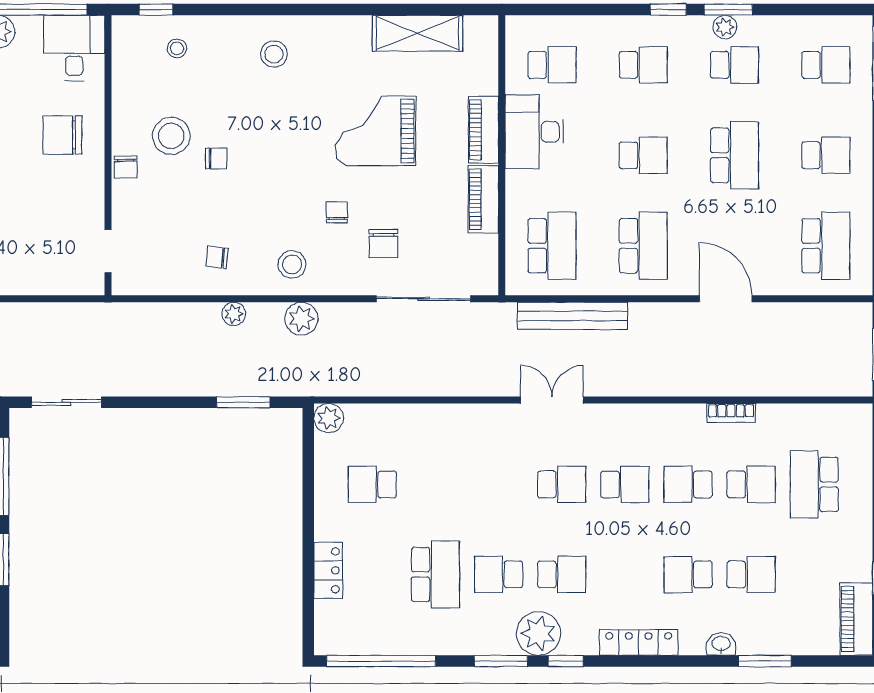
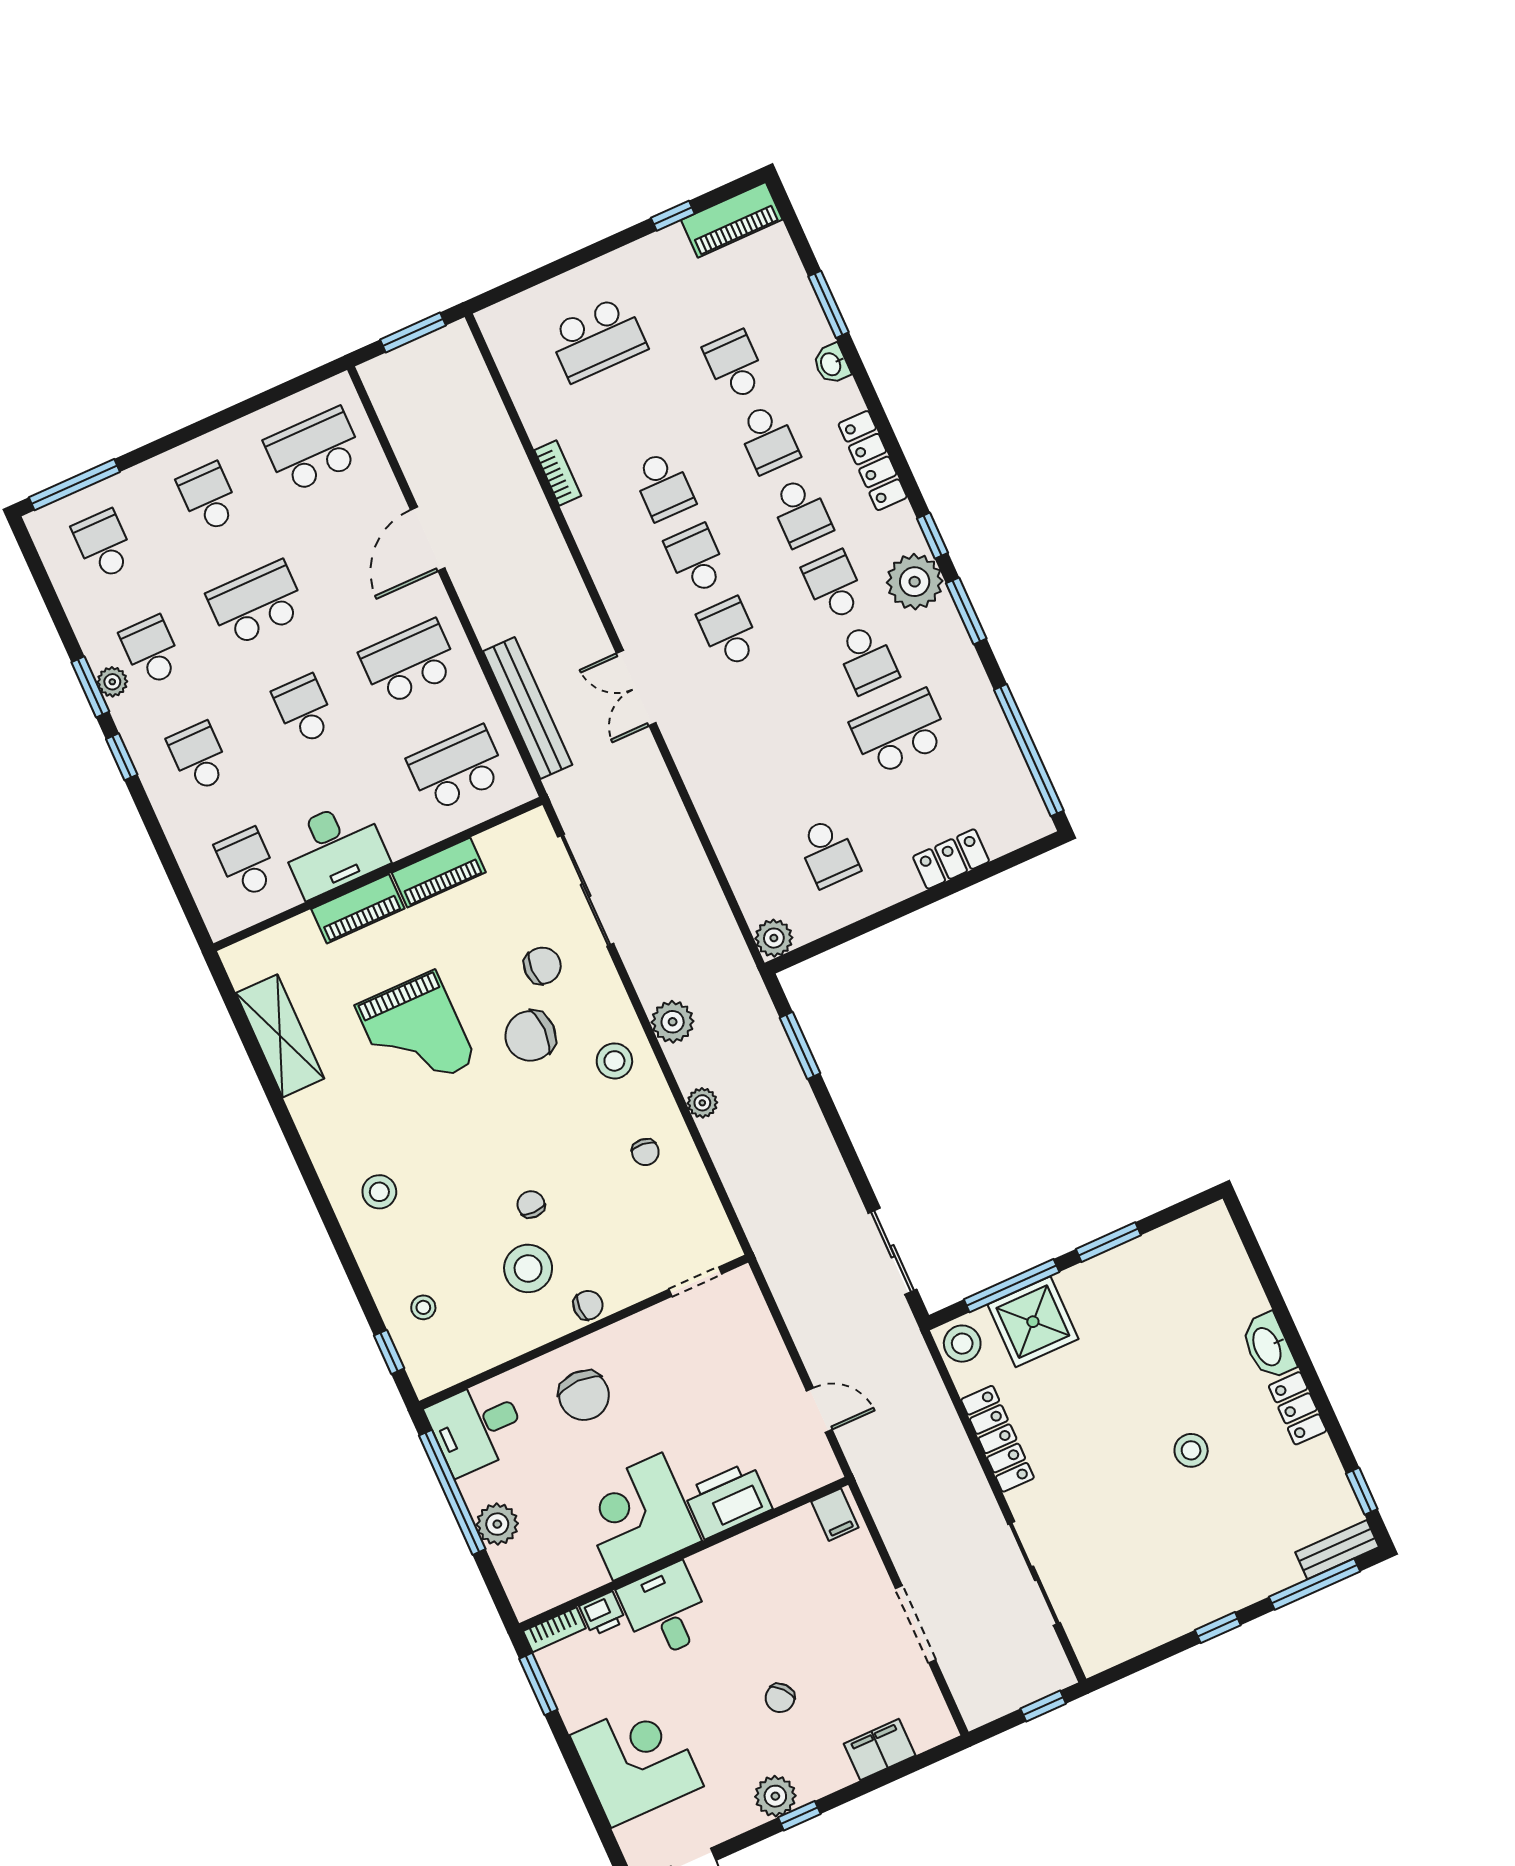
chair: (337, 212) -> (530, 1036), width x1.87, depth x1.87
school desk: (751, 484) -> (801, 512), moved, turned 180

